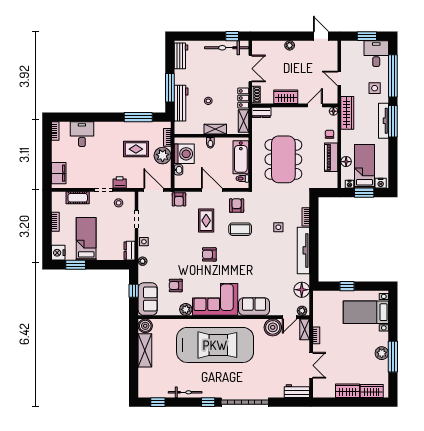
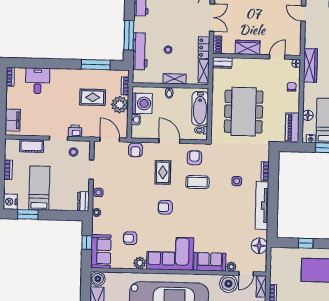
door: (339, 78) -> (303, 14), moved
piano: (331, 157) -> (292, 128), moved
plant: (302, 311) -> (231, 267), moved

